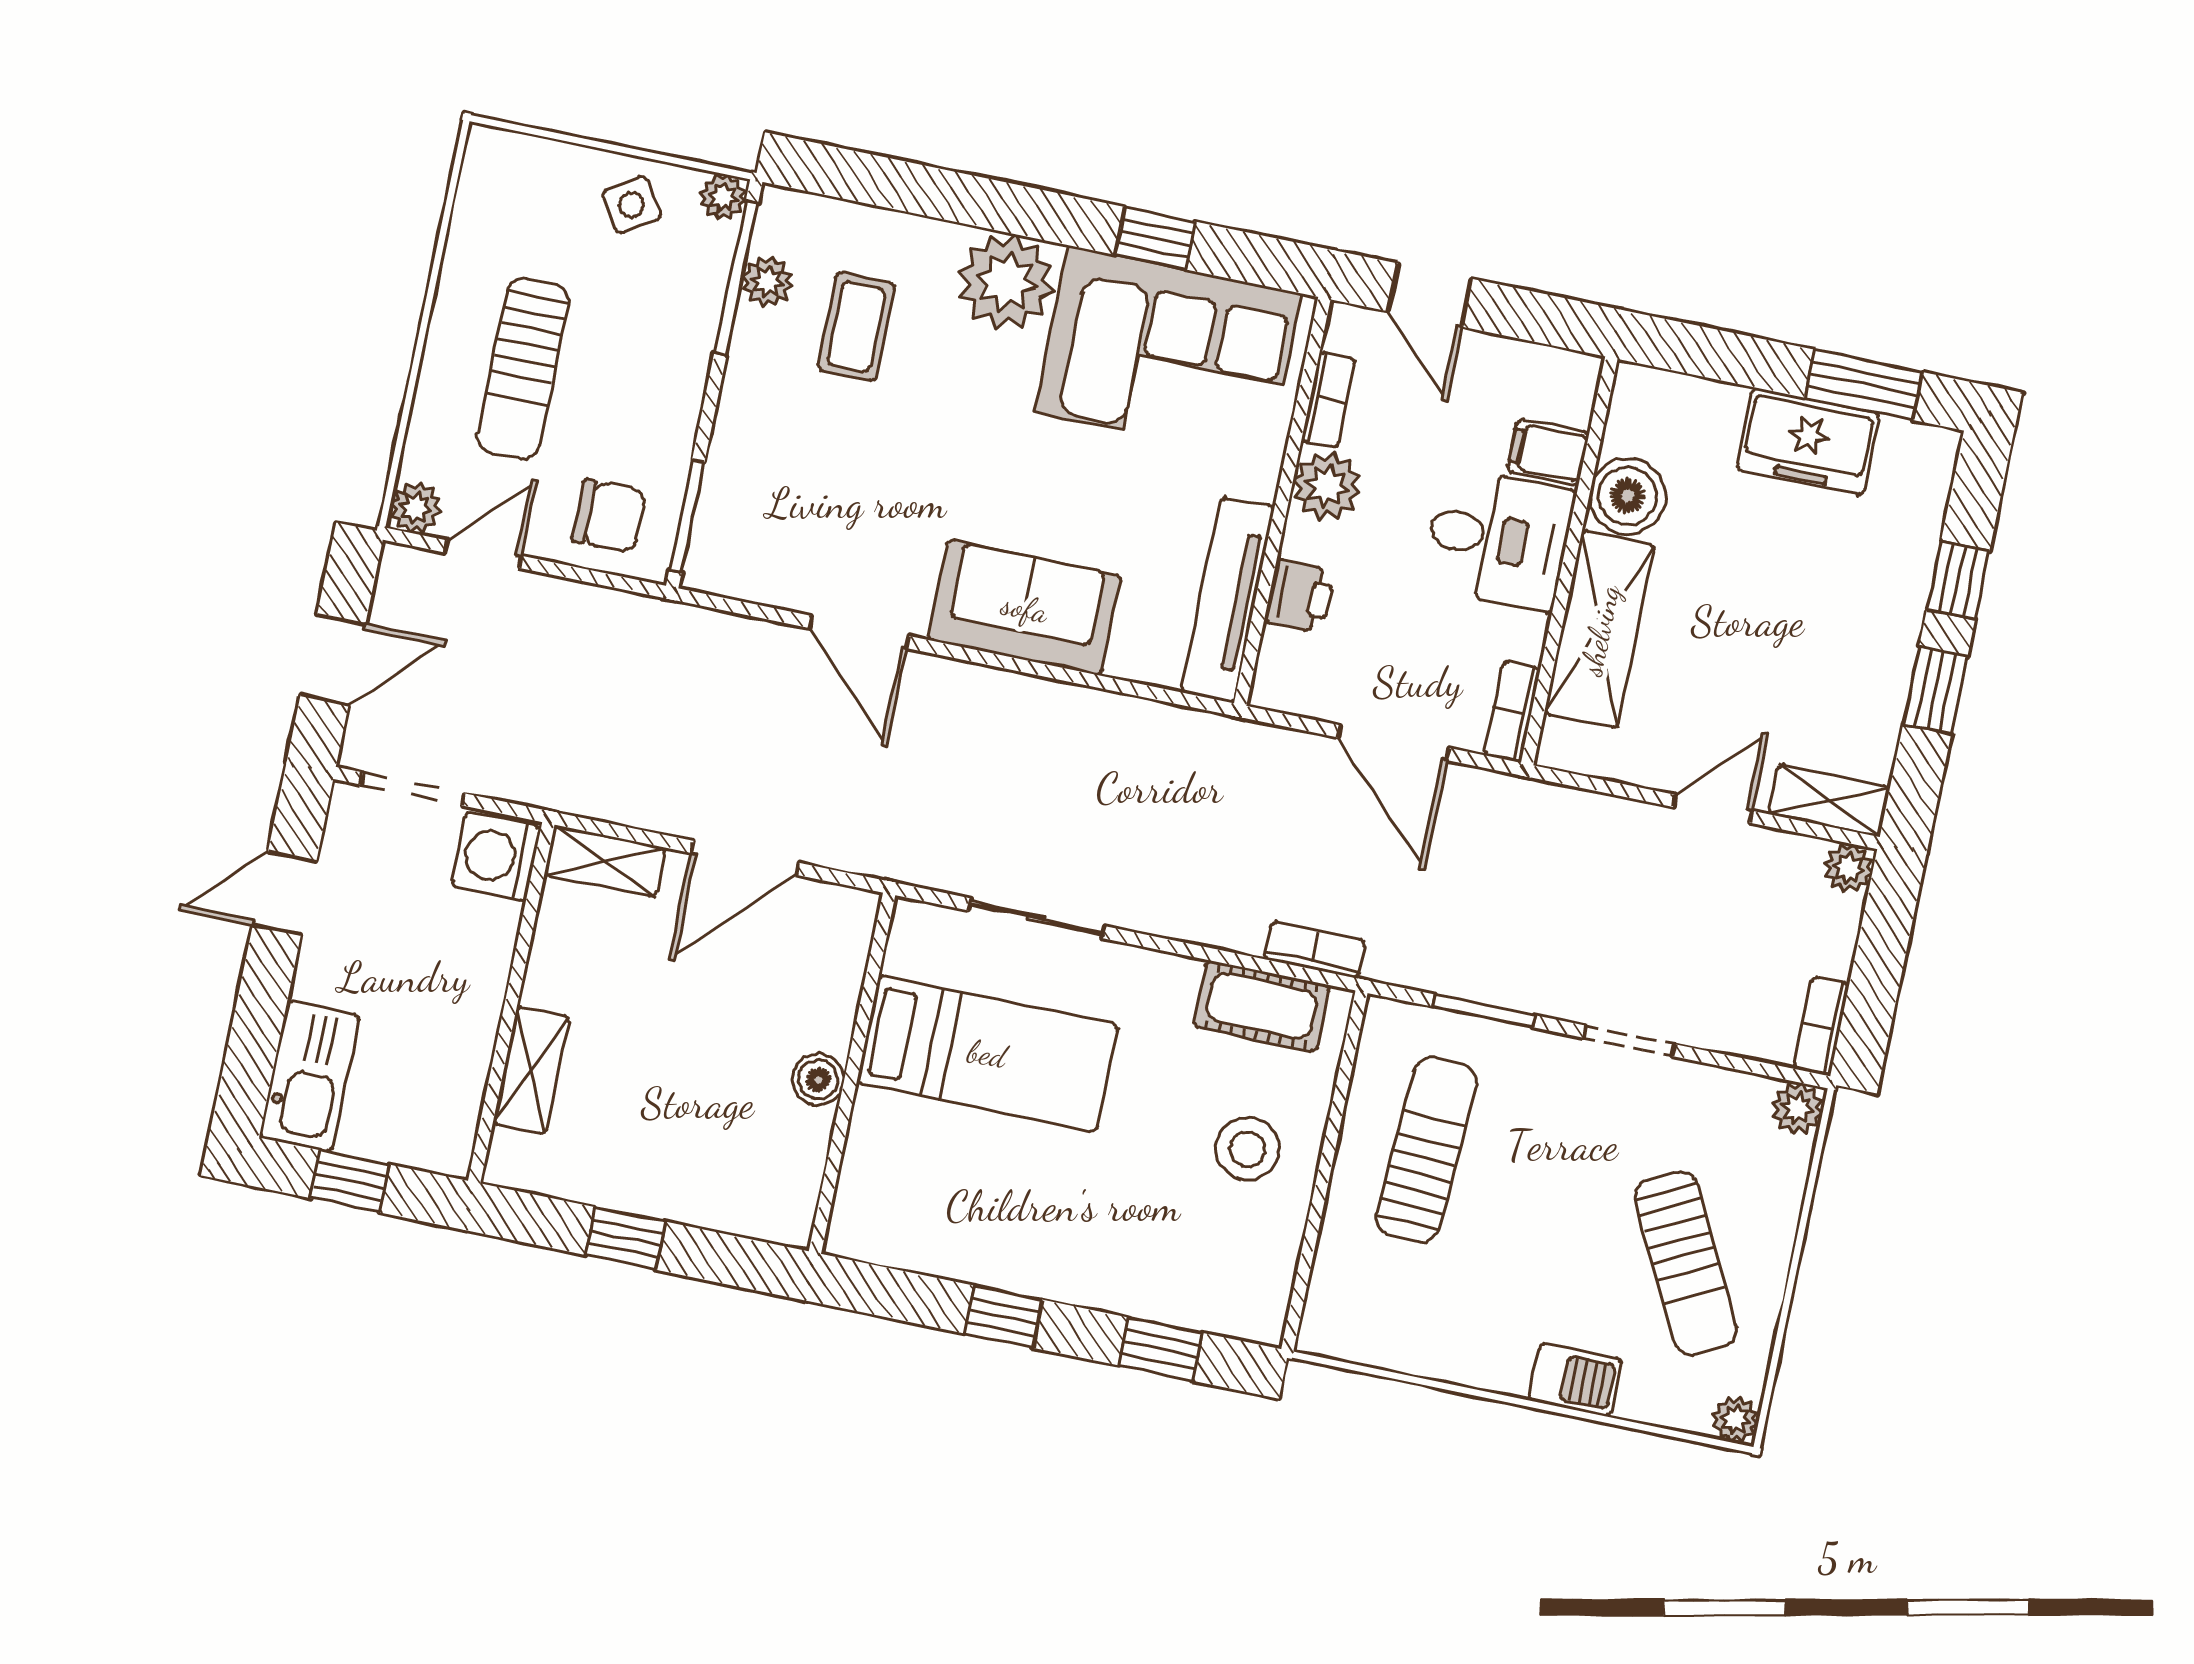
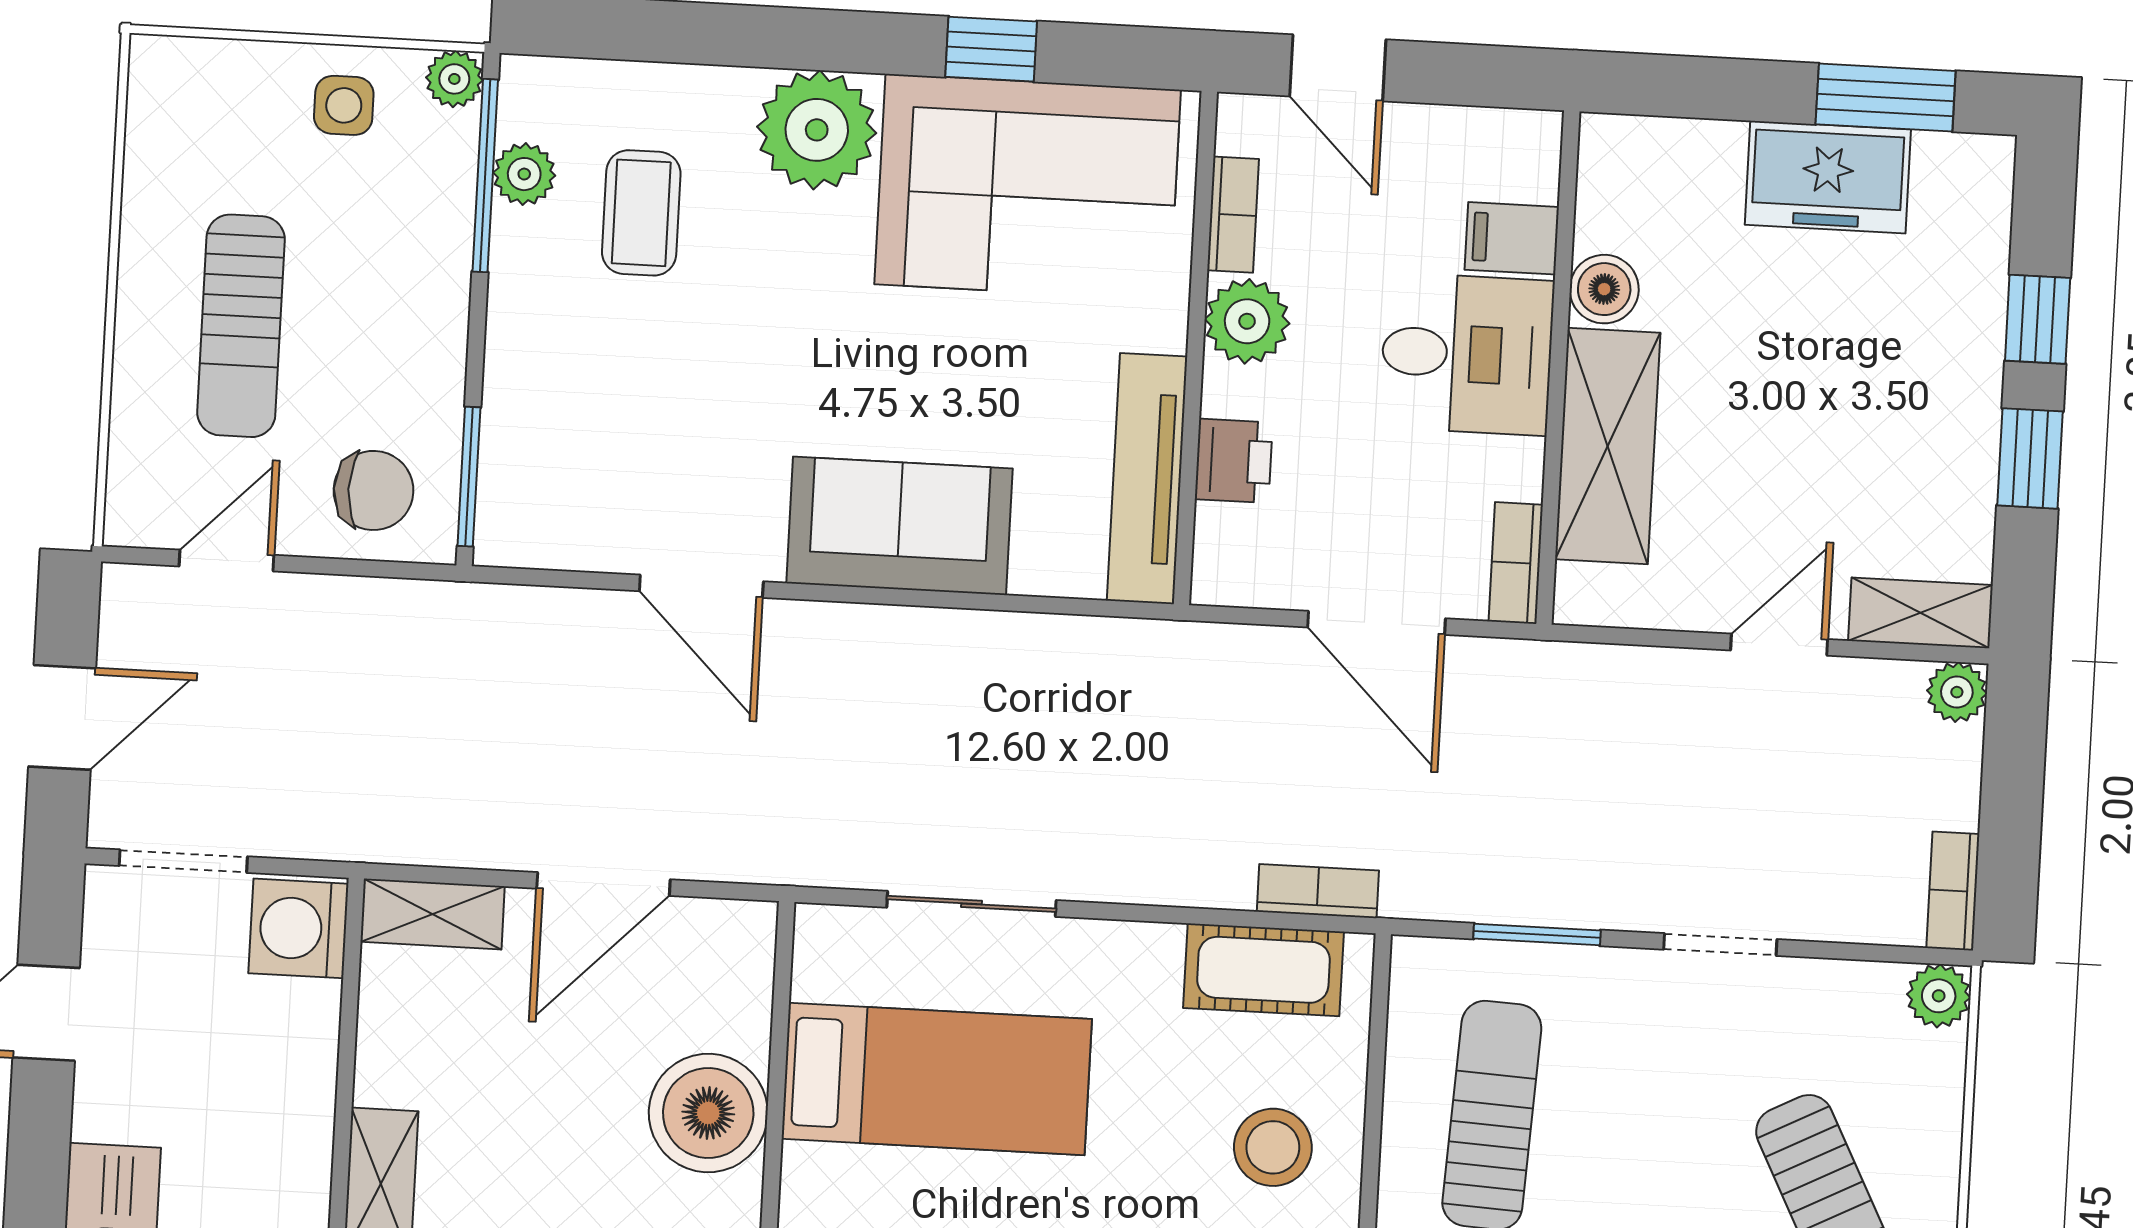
side table: (632, 205) -> (344, 105), turned 33
boiler: (1628, 496) -> (1604, 289), width x0.73, depth x0.73
plant: (415, 508) -> (135, 516), removed
boiler: (818, 1080) -> (708, 1113), width x1.86, depth x1.86

